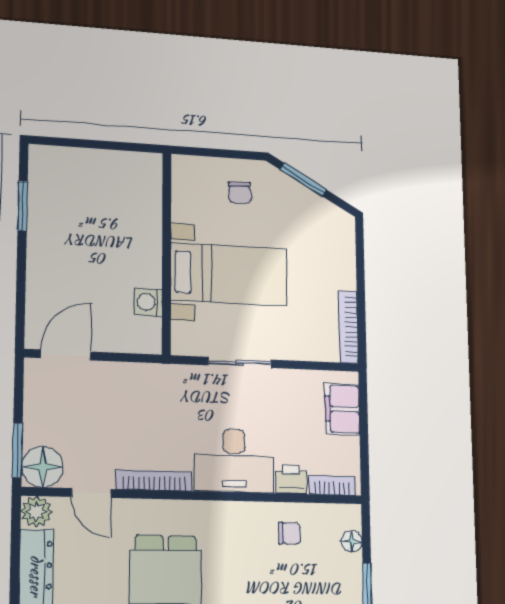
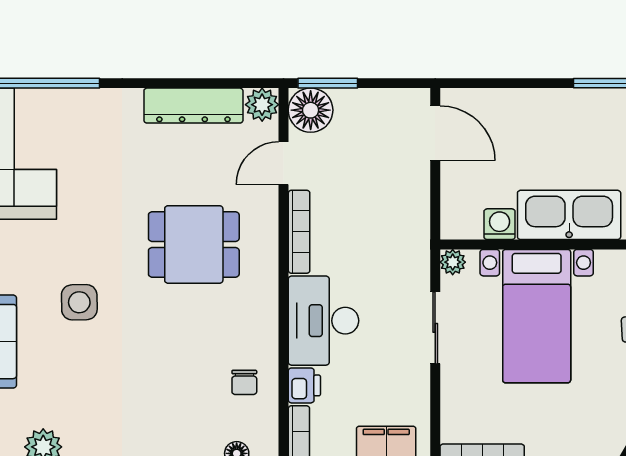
kitchen sink: (140, 242) -> (569, 215), added
plant: (182, 345) -> (453, 262), added

